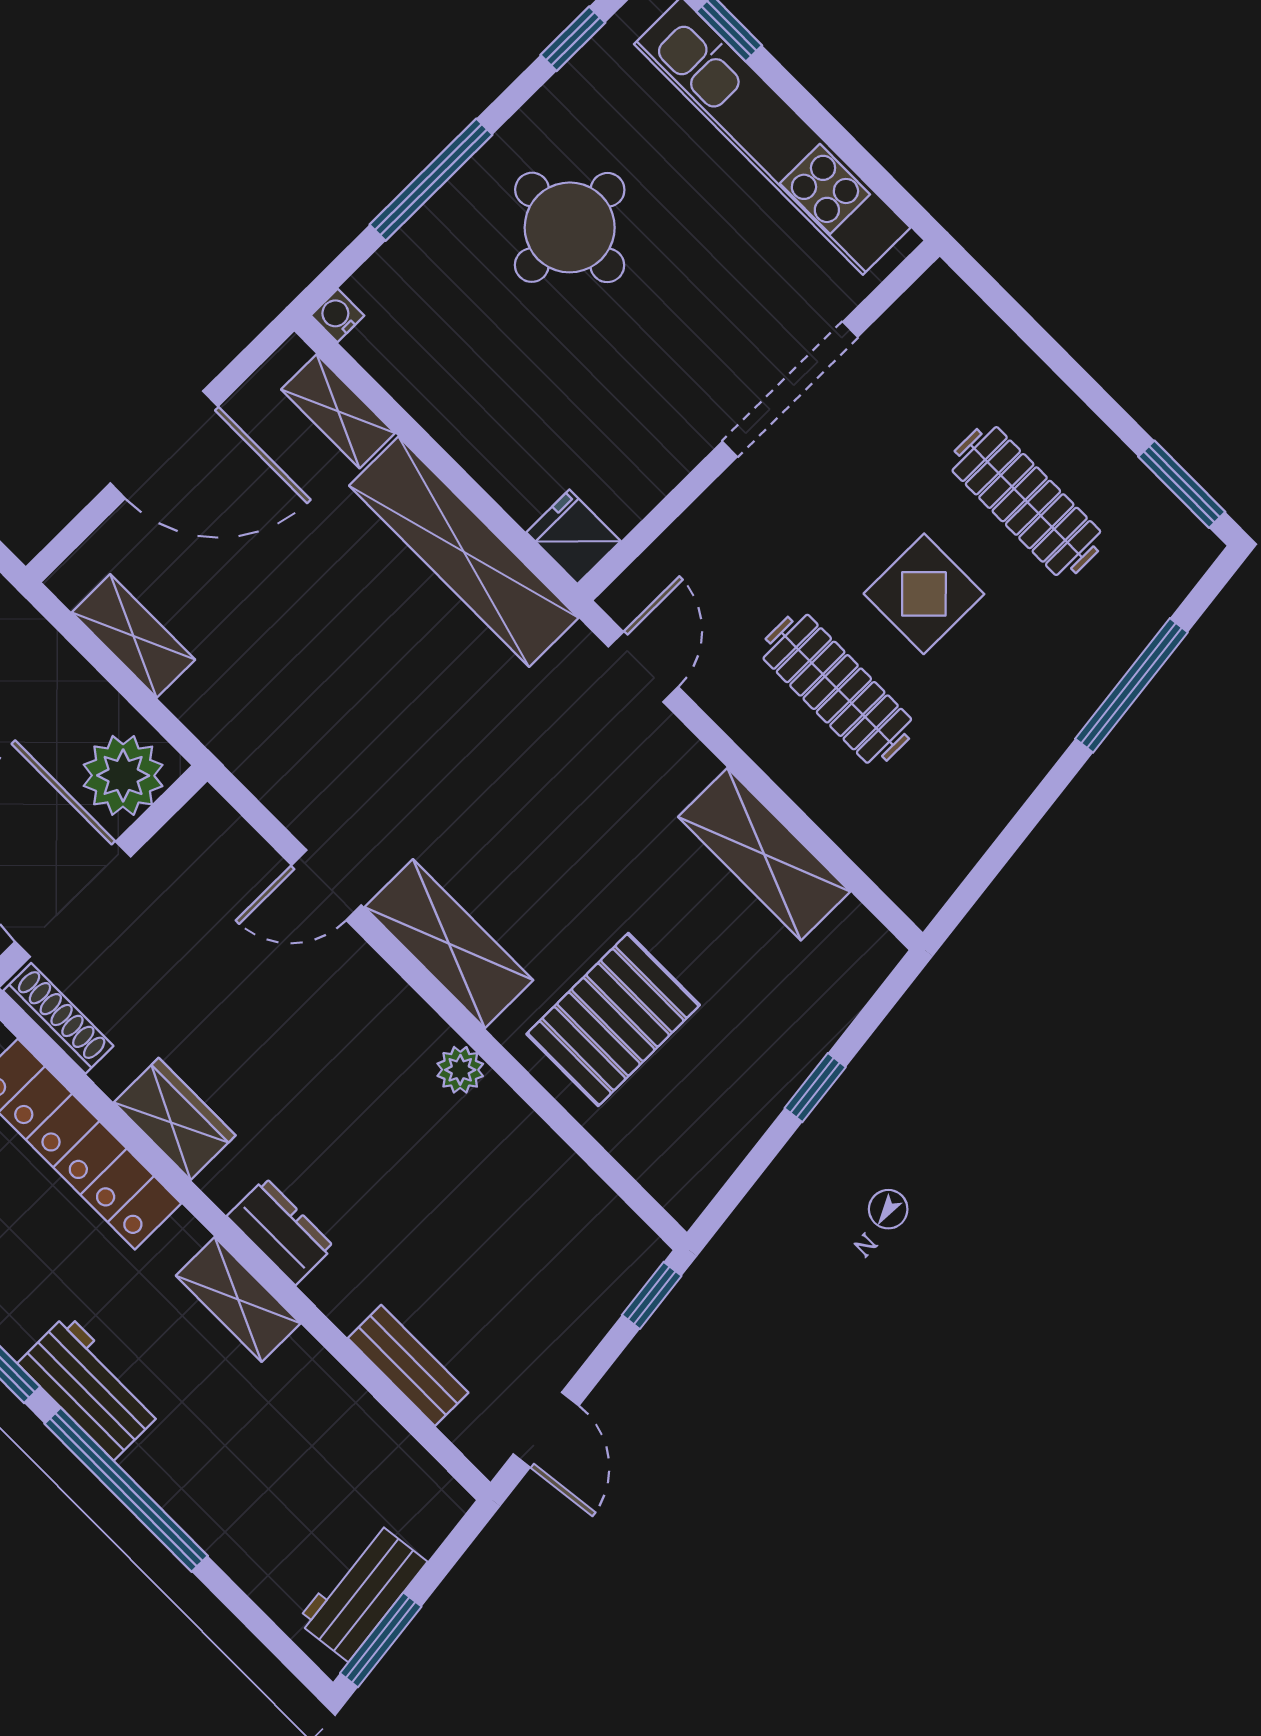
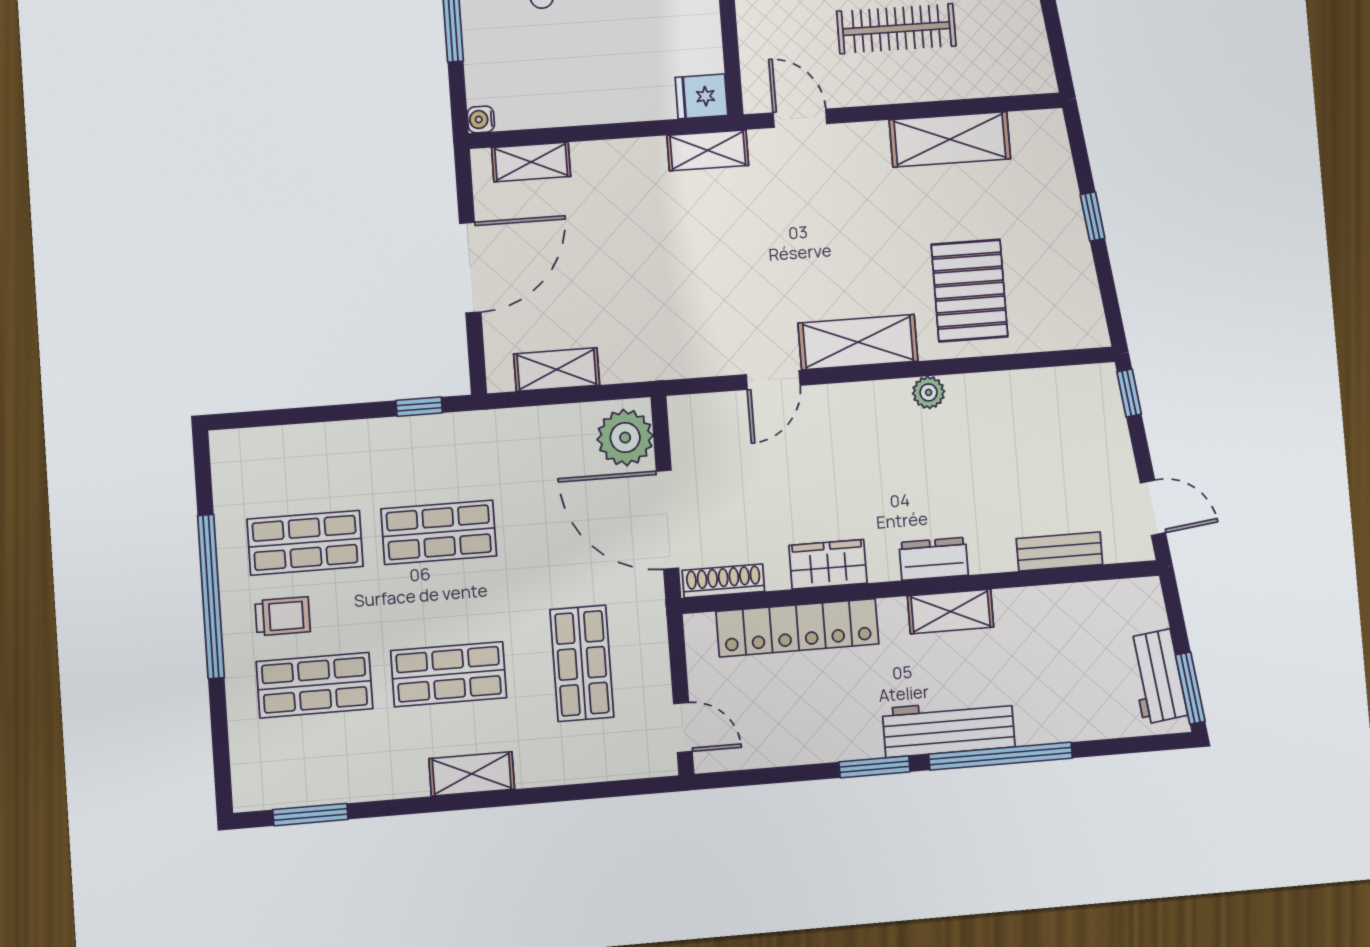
shelving: (464, 552) -> (708, 150), width x0.45, depth x0.75
workbench: (90, 1387) -> (949, 728), width x1.38

